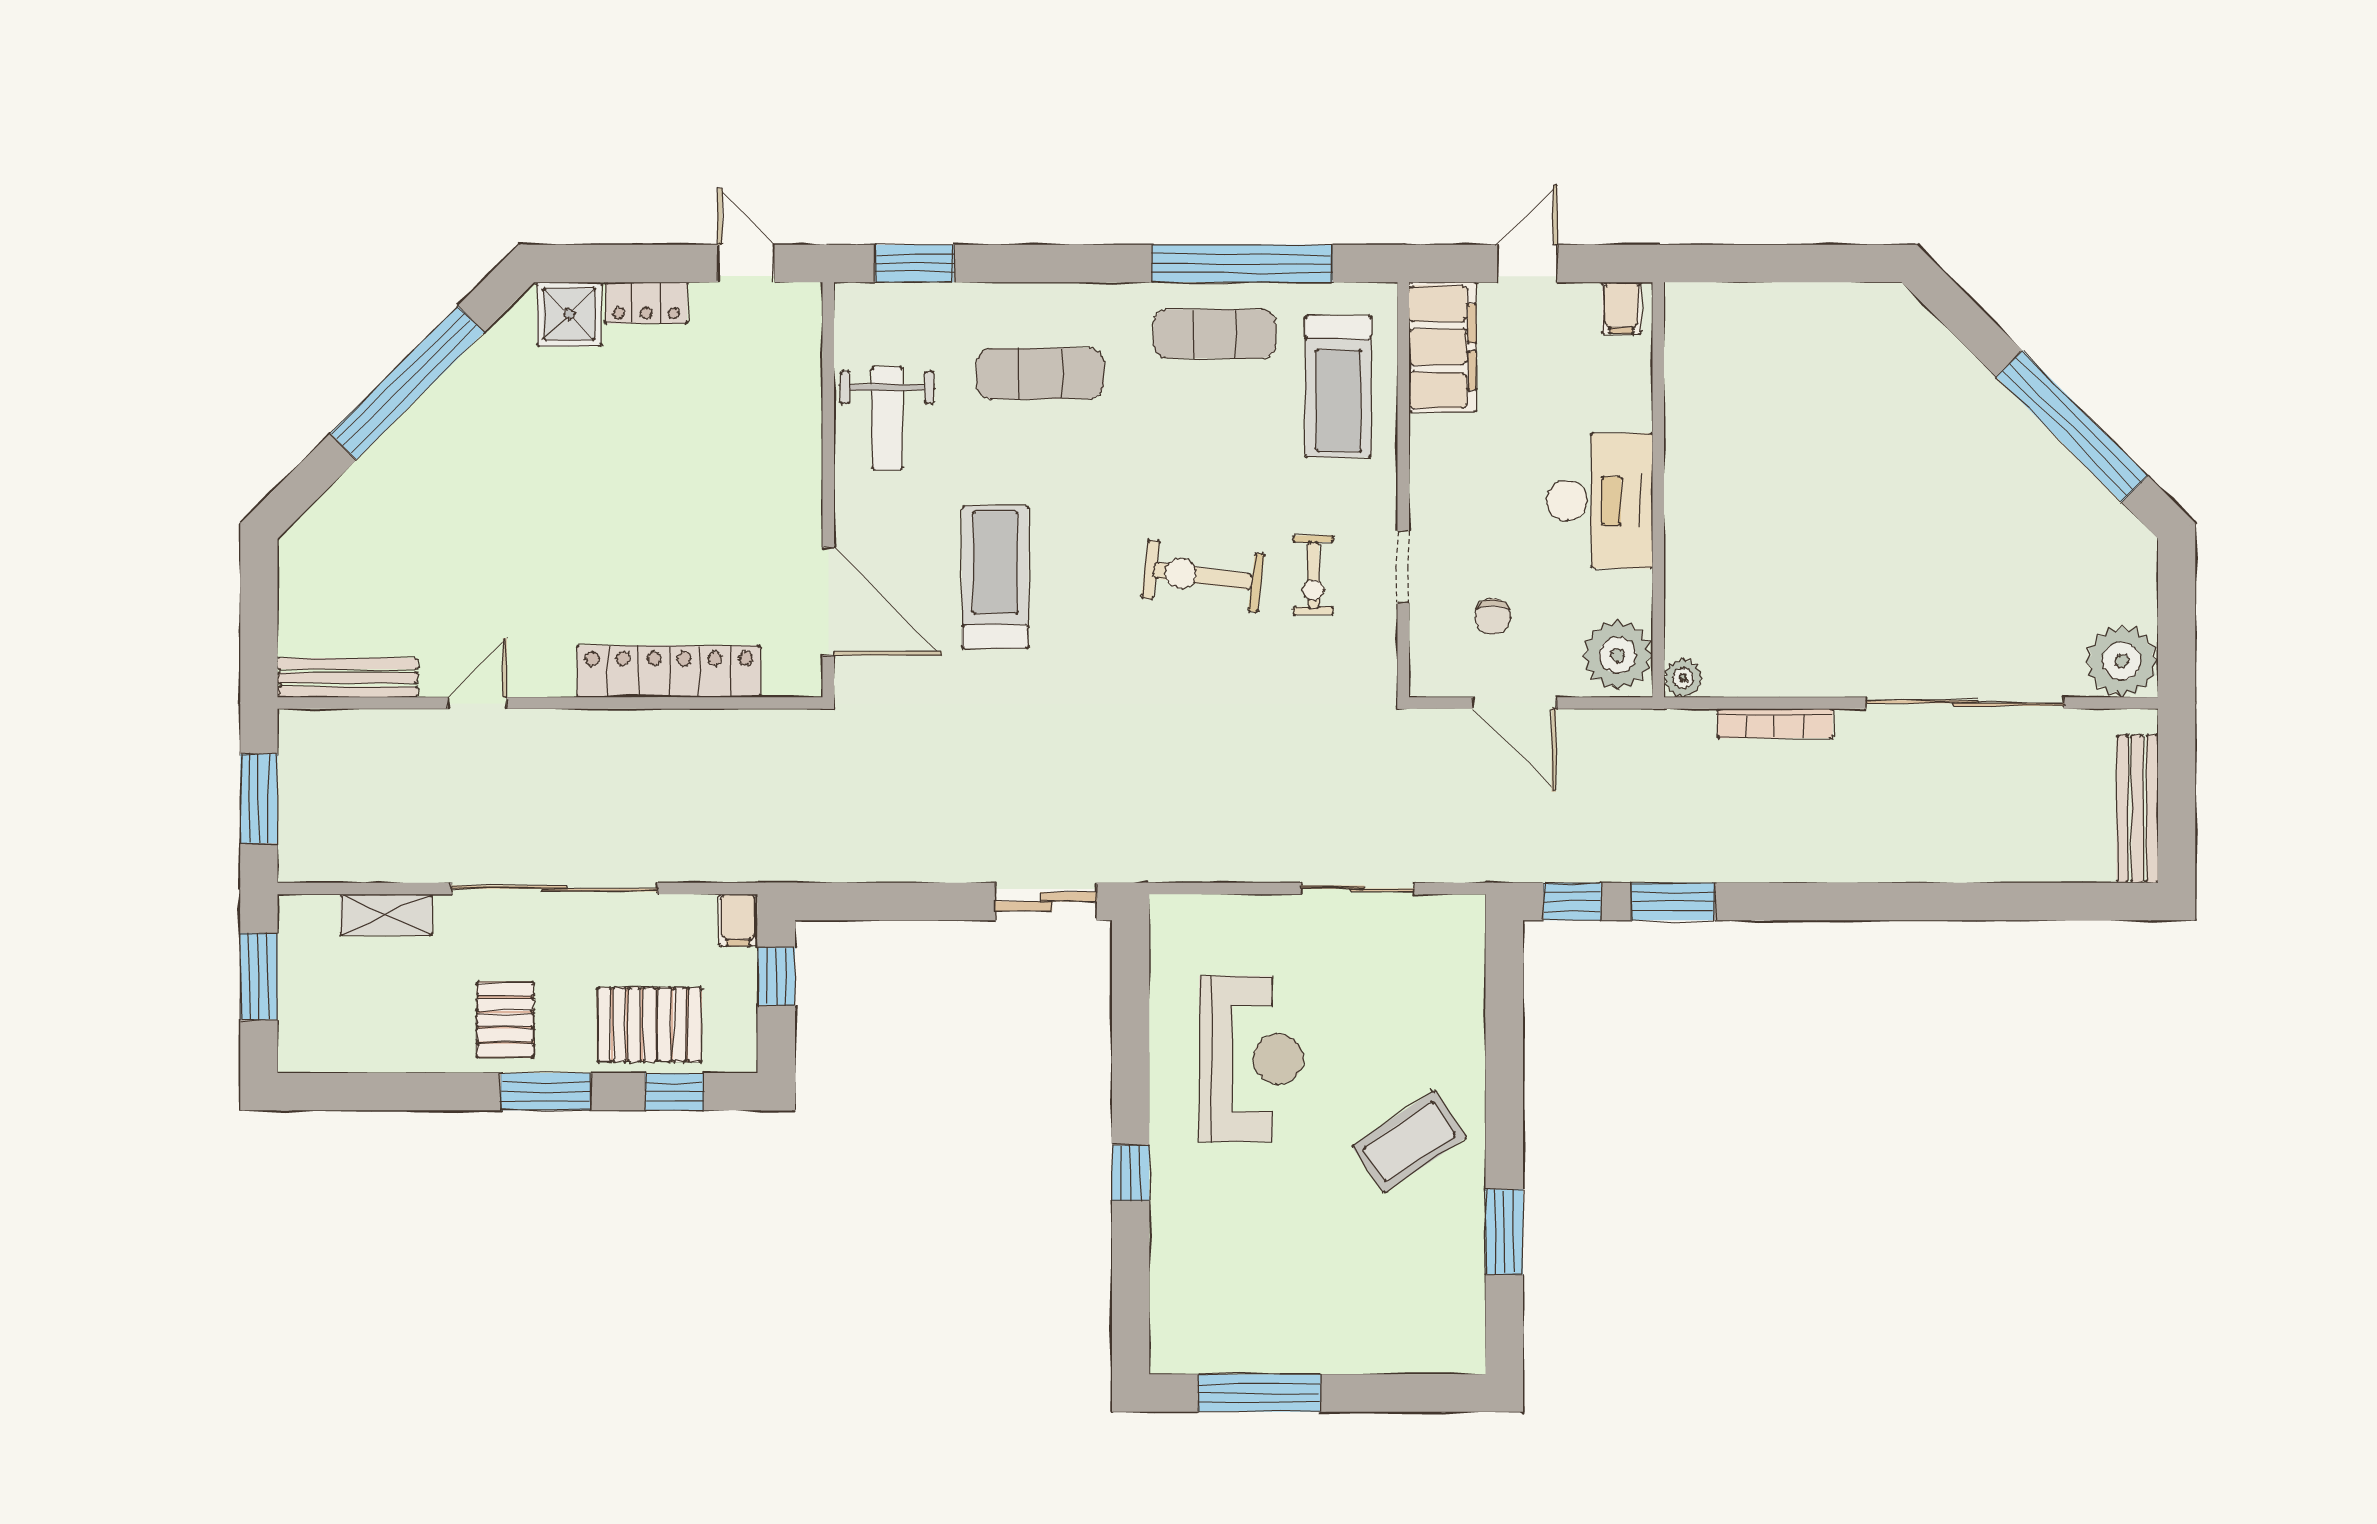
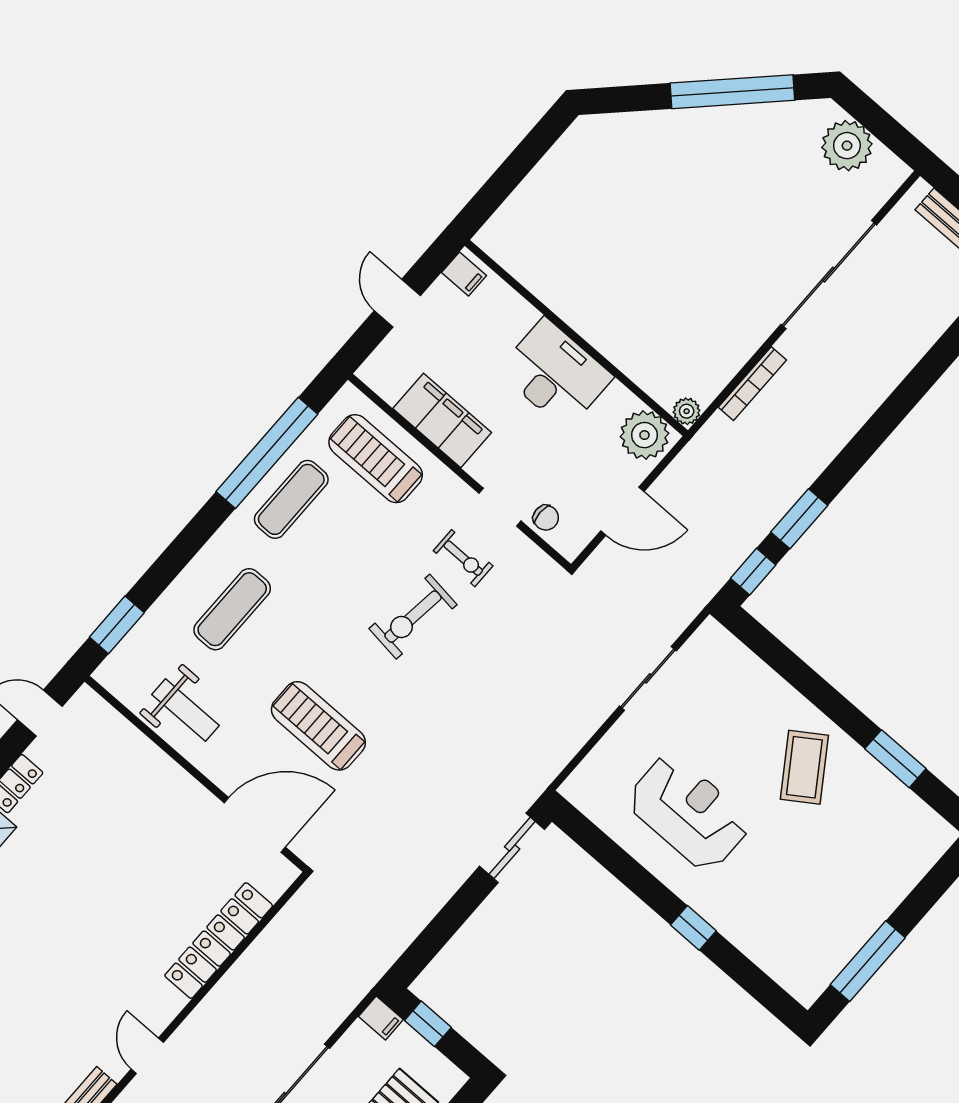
filing cabinet: (1442, 347) -> (442, 420), moved
treadmill: (1338, 387) -> (376, 459), turned 180
chair: (1493, 617) -> (546, 518), moved
plant: (2122, 661) -> (847, 146), moved

